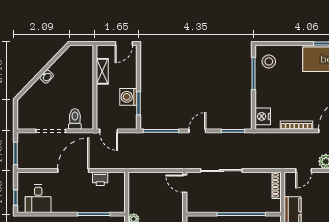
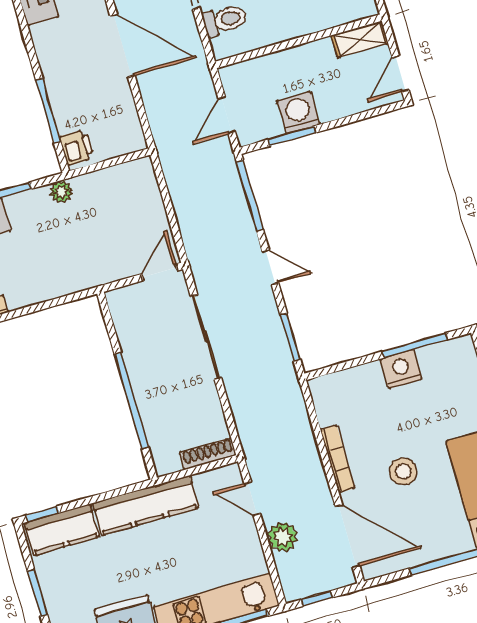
door: (124, 44) -> (400, 74), hinge flipped
stool: (269, 61) -> (403, 471), moved
shelving: (102, 71) -> (360, 39), moved
nightstand: (263, 116) -> (401, 369), moved
door: (109, 131) -> (227, 115), moved
printer: (100, 179) -> (77, 147), moved, turned 180

